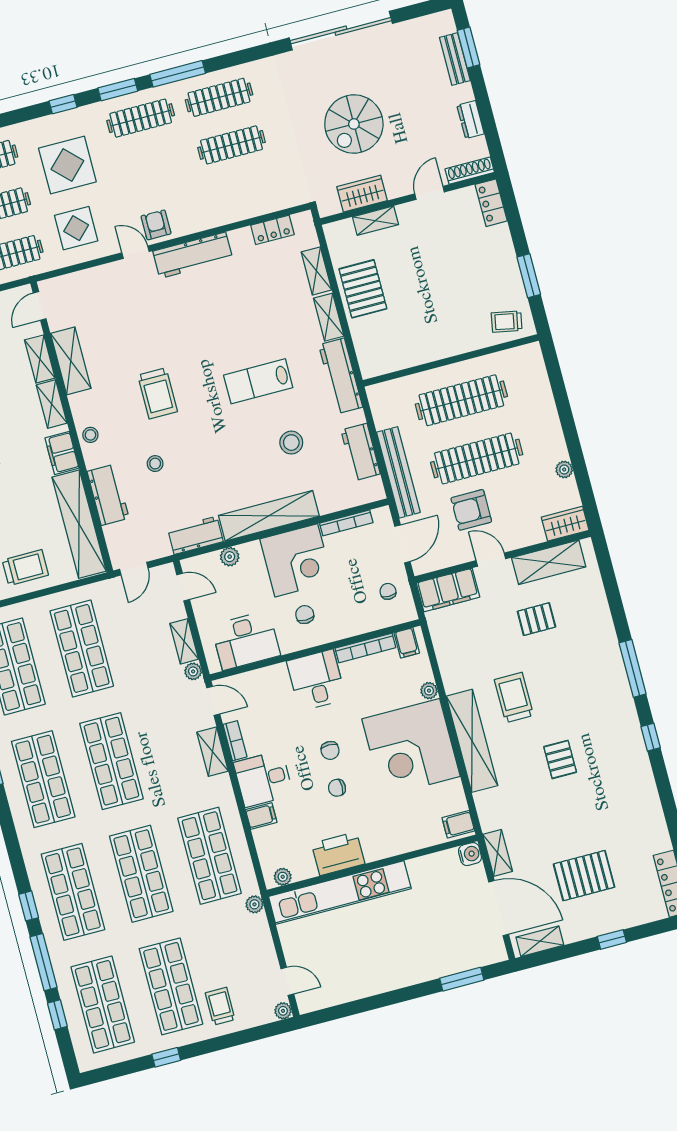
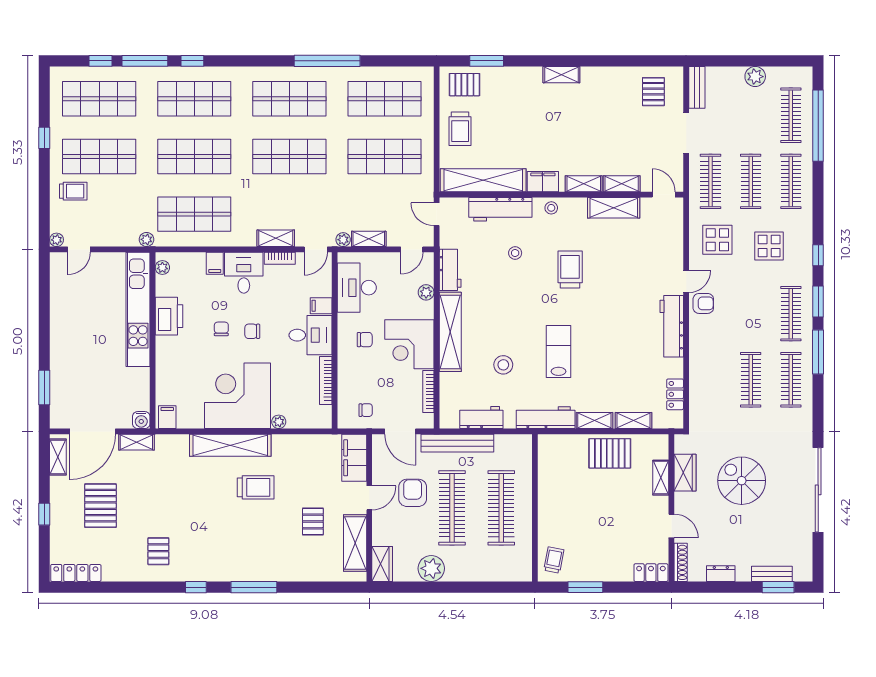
display table: (67, 165) -> (769, 246), width x0.73, depth x0.73
trolley: (157, 393) -> (570, 270), turned 90
plant: (564, 470) -> (431, 568), width x1.88, depth x1.88
workbench: (108, 495) -> (500, 209), width x1.38
filing cabinet: (407, 643) -> (321, 306), moved
pallet: (560, 759) -> (158, 551), moved, turned 90

